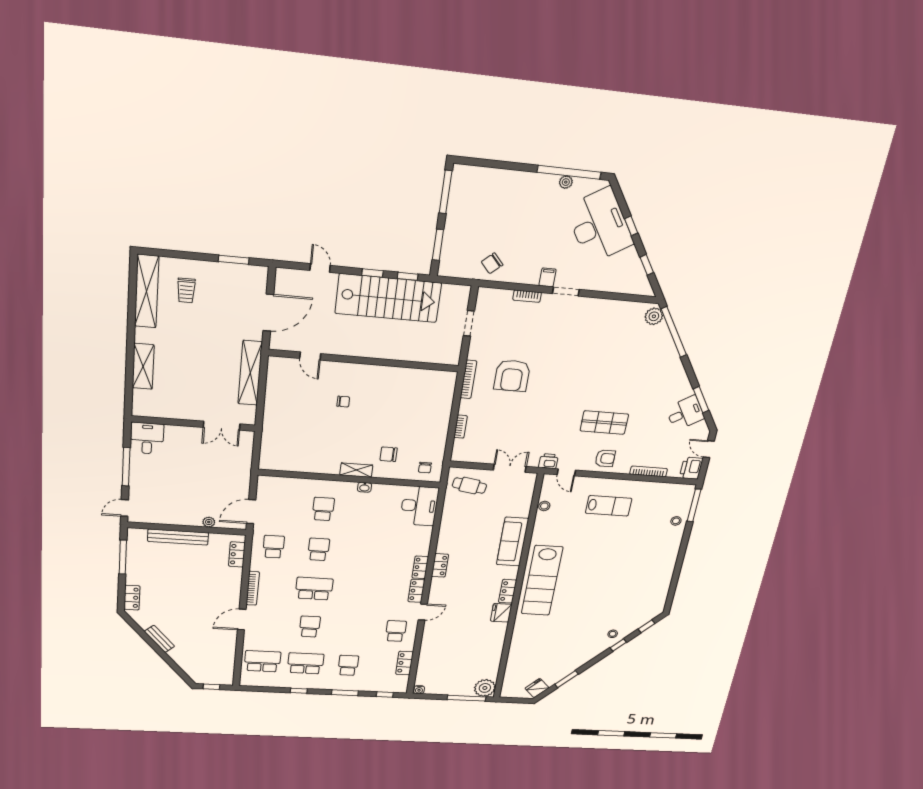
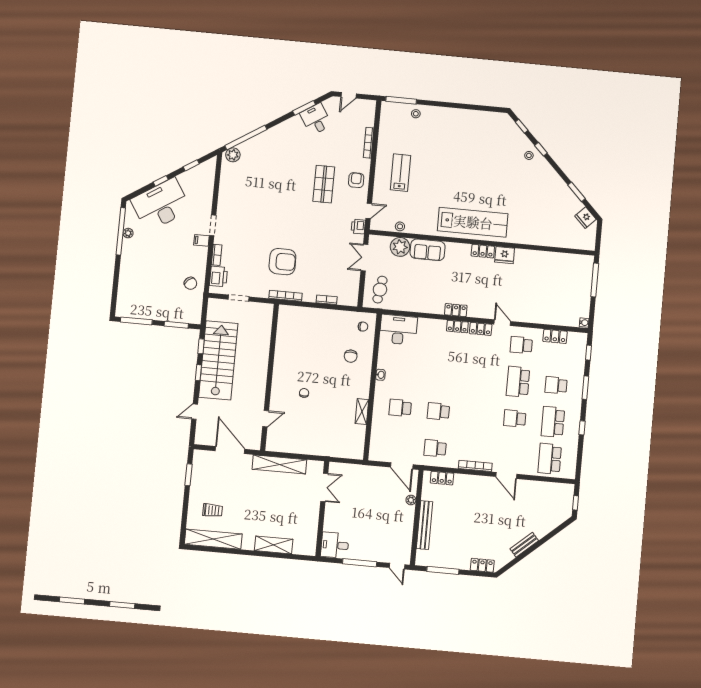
printer: (691, 468) -> (218, 276), moved, turned -90
shelving: (356, 470) -> (362, 412), moved
sofa: (513, 542) -> (428, 250), width x0.73
school desk: (314, 589) -> (518, 382), moved
plant: (485, 688) -> (400, 247), moved

